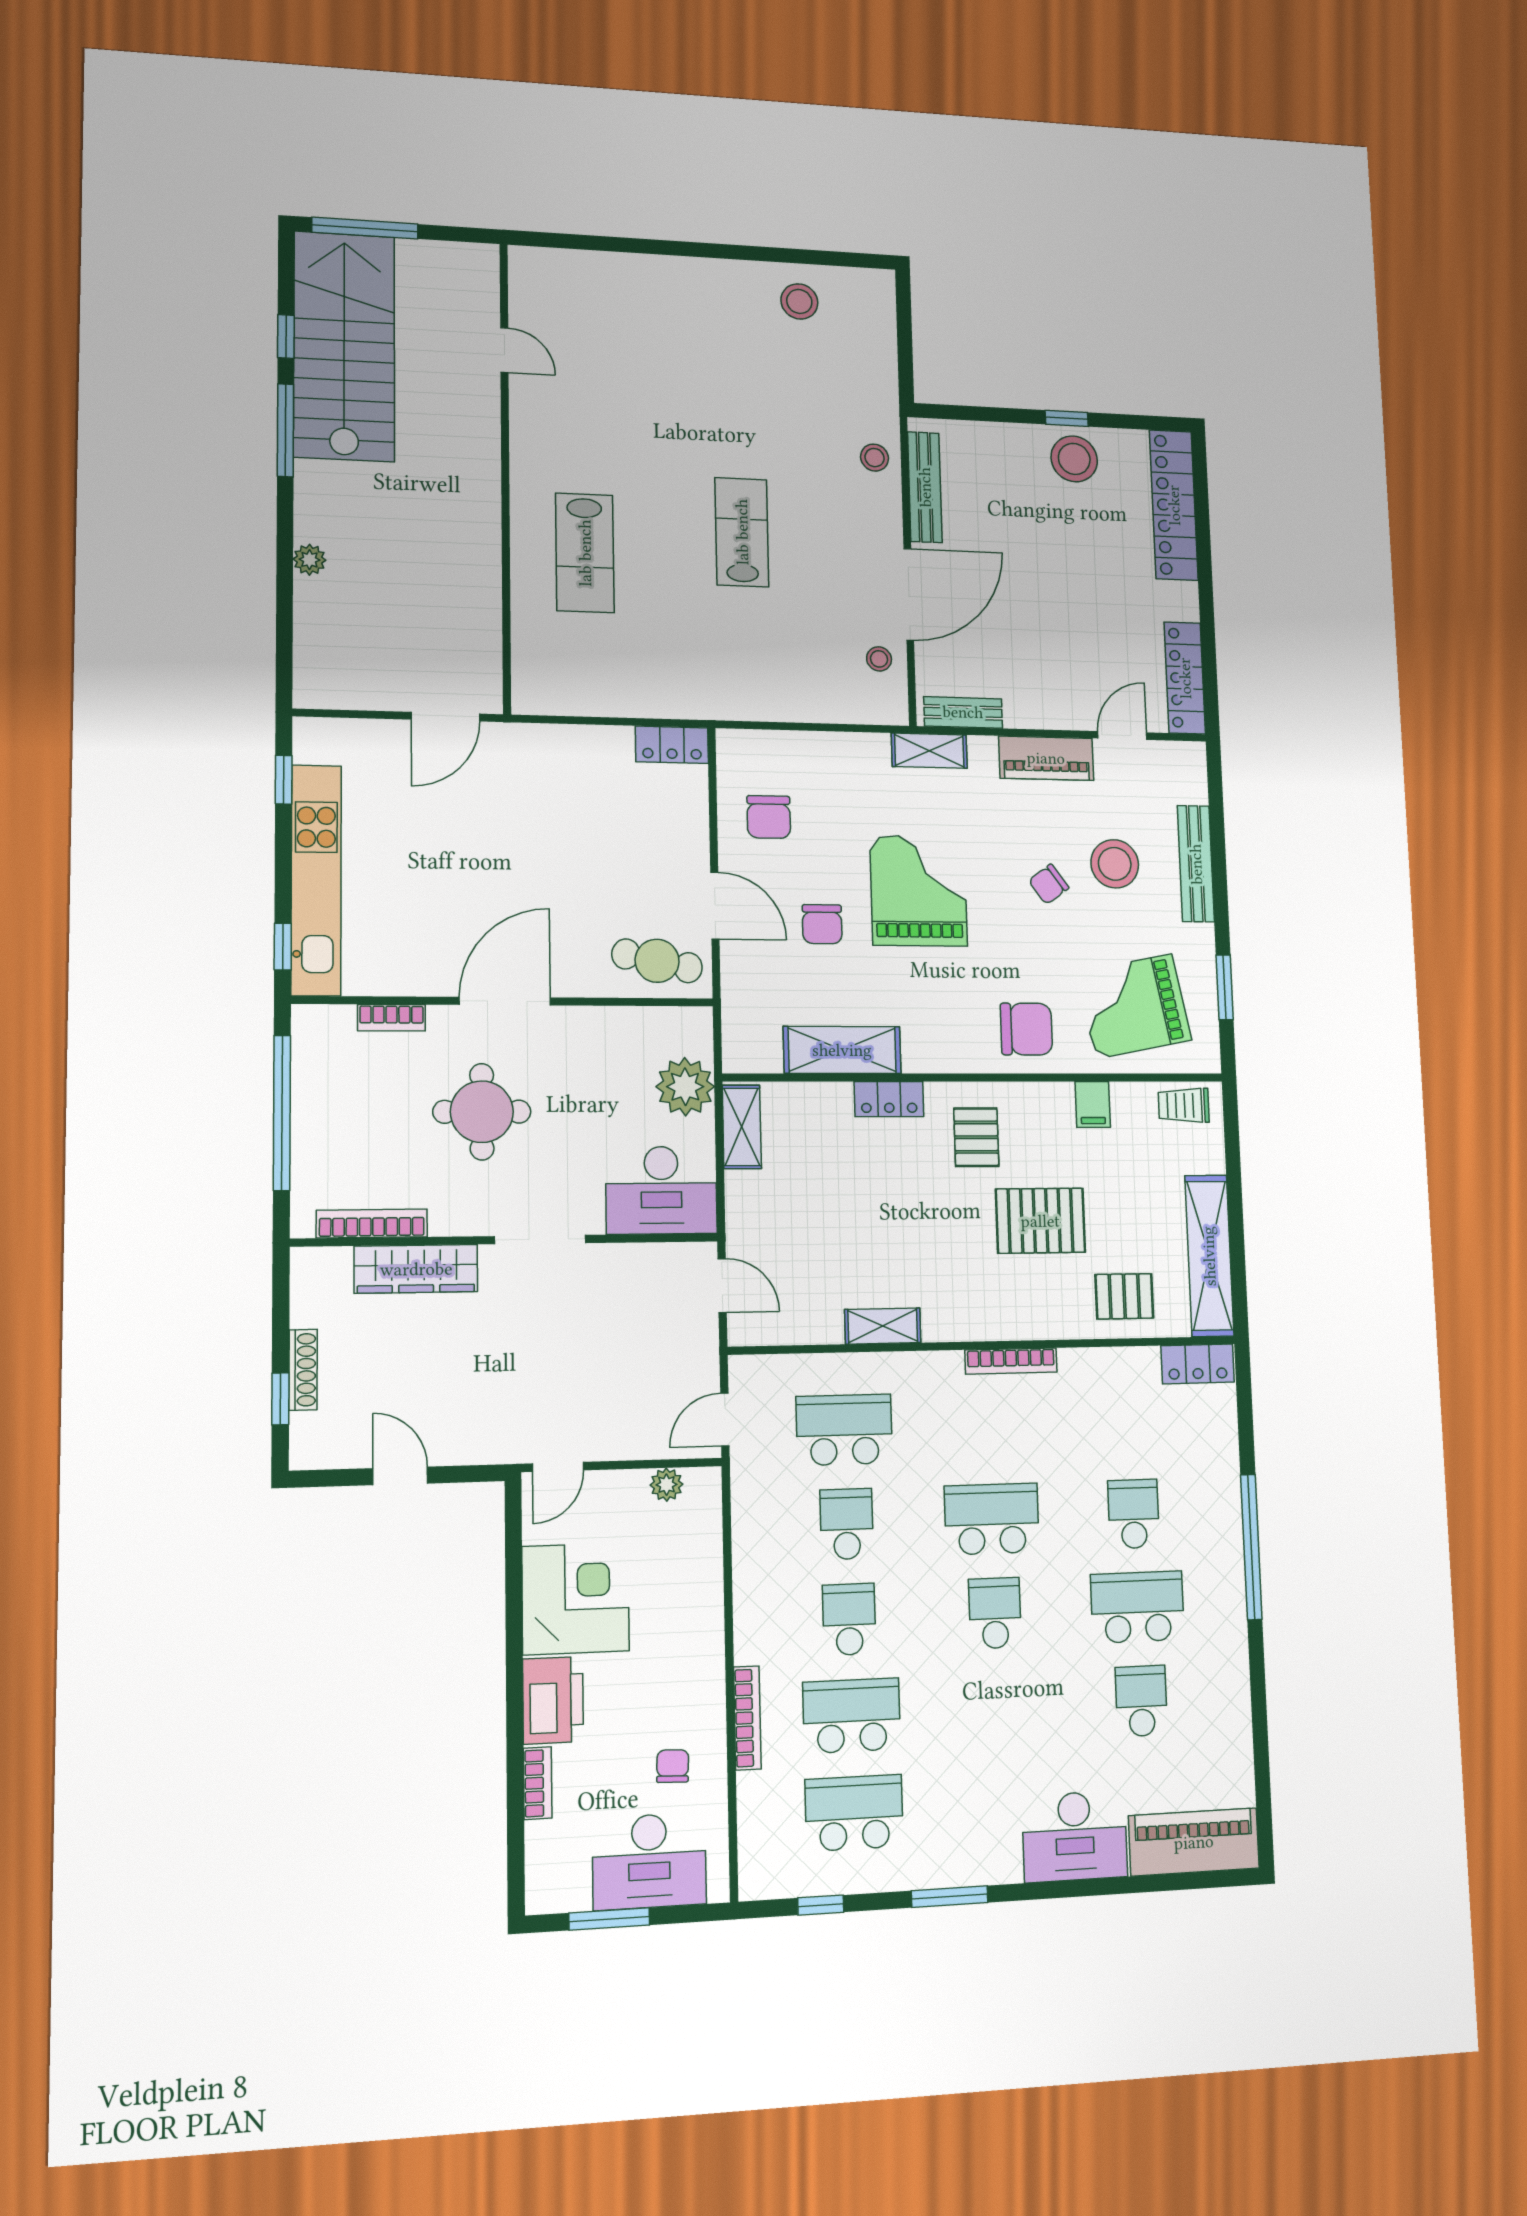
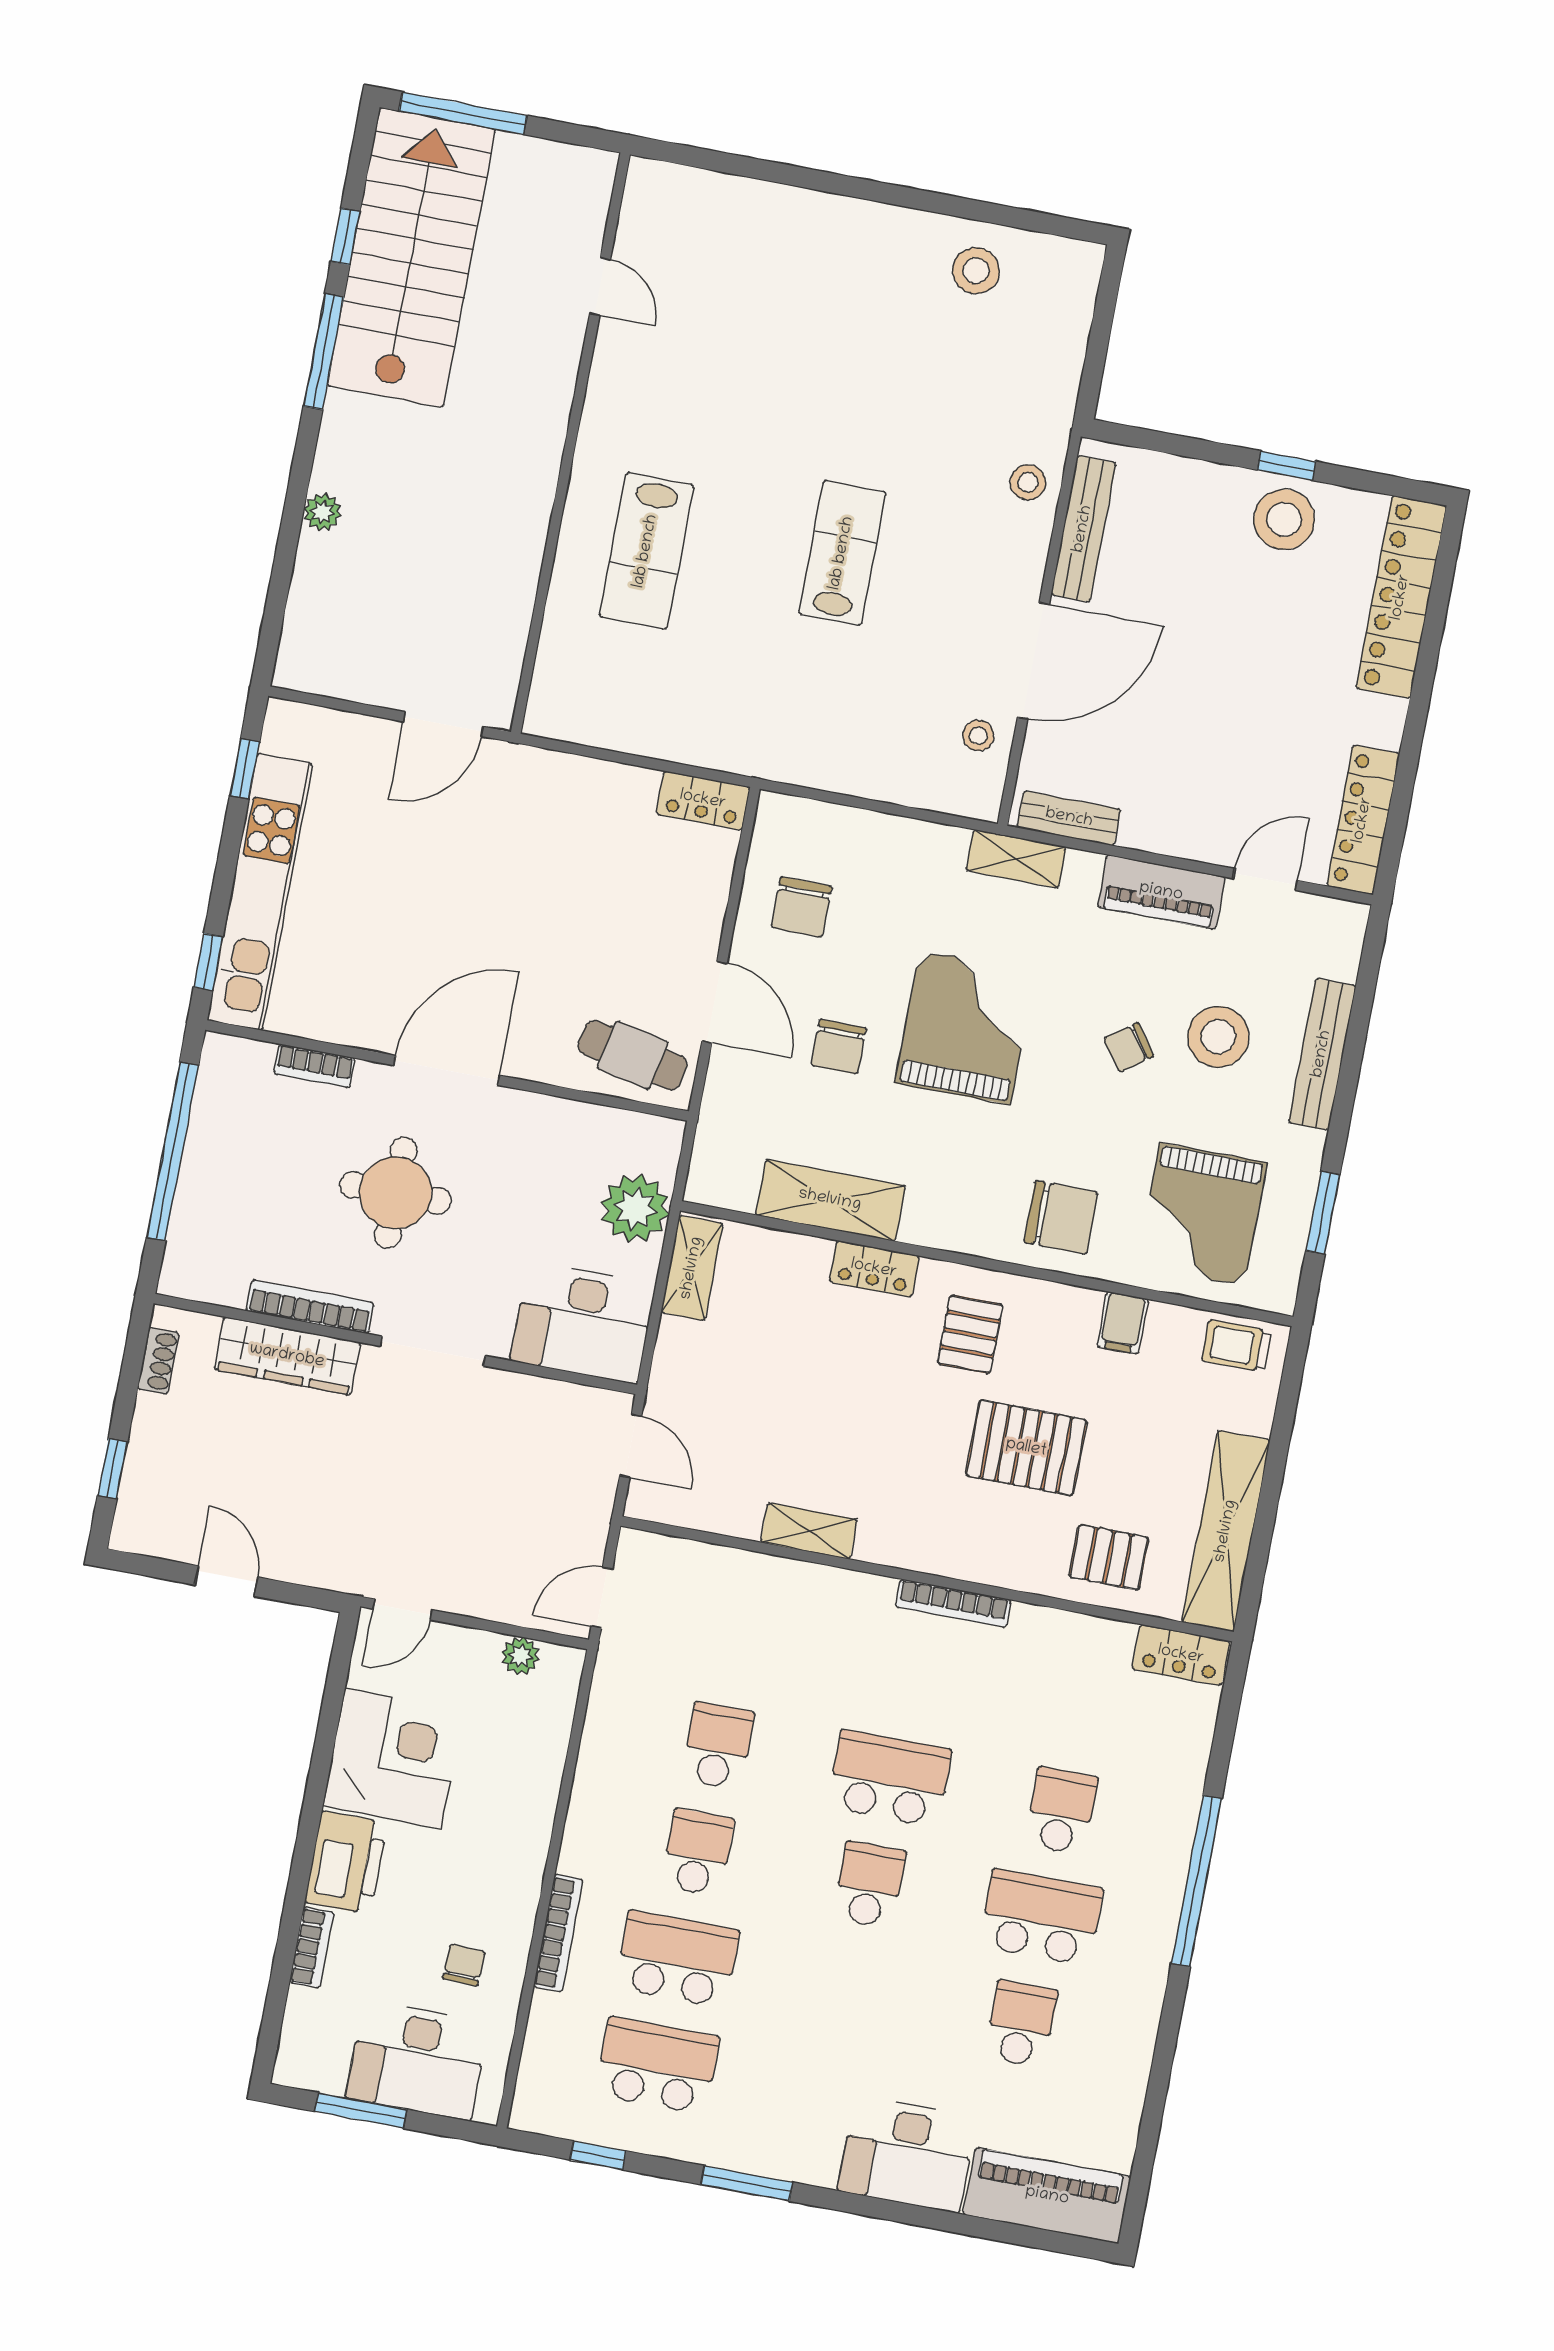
grand piano: (1134, 1006) -> (1202, 1215), turned -79
bookcase: (372, 1224) -> (310, 1307), moved
shoe rack: (303, 1370) -> (158, 1361), moved, width x0.70
school desk: (844, 1430) -> (738, 1639), removed

